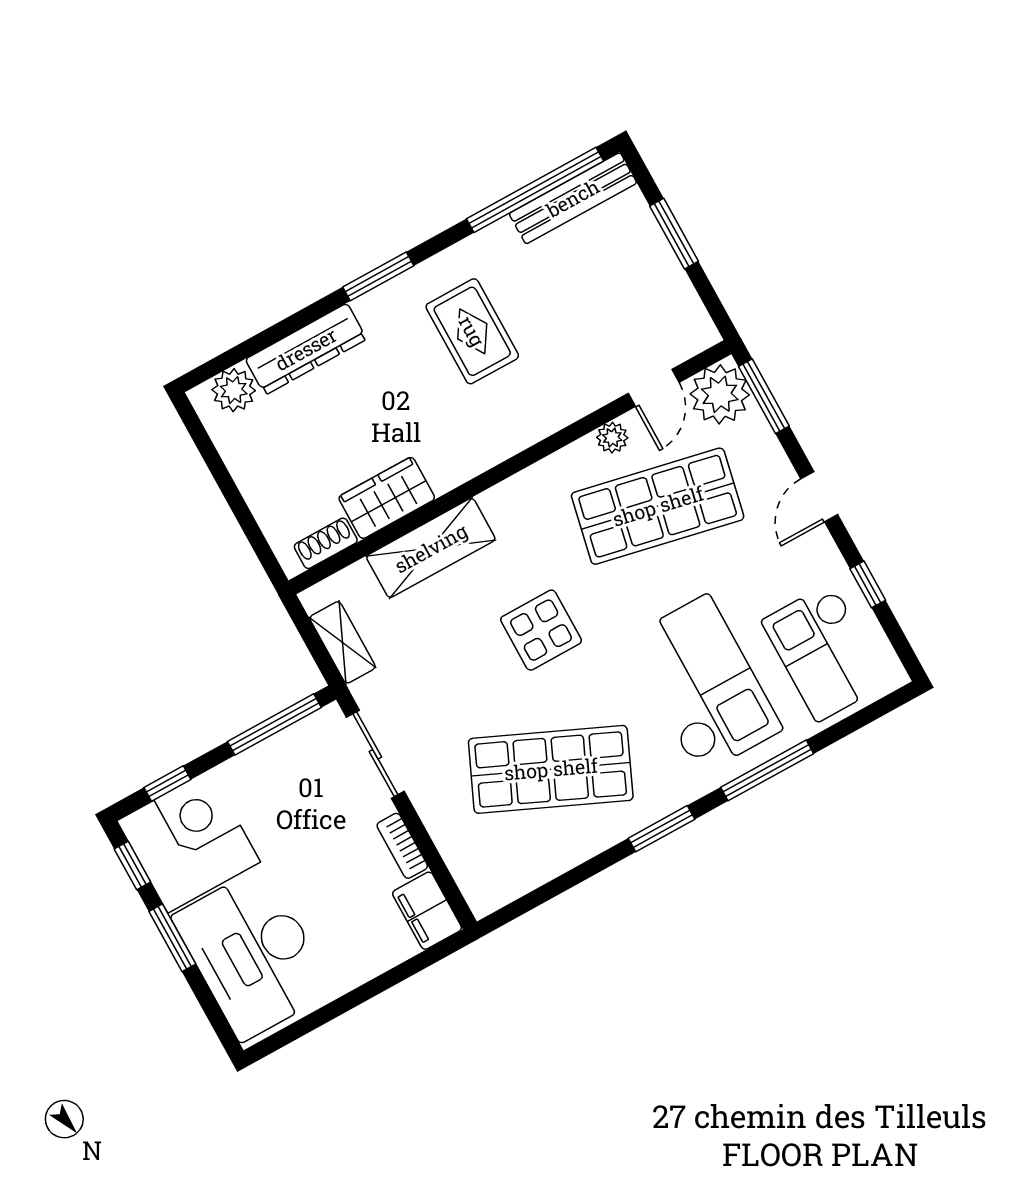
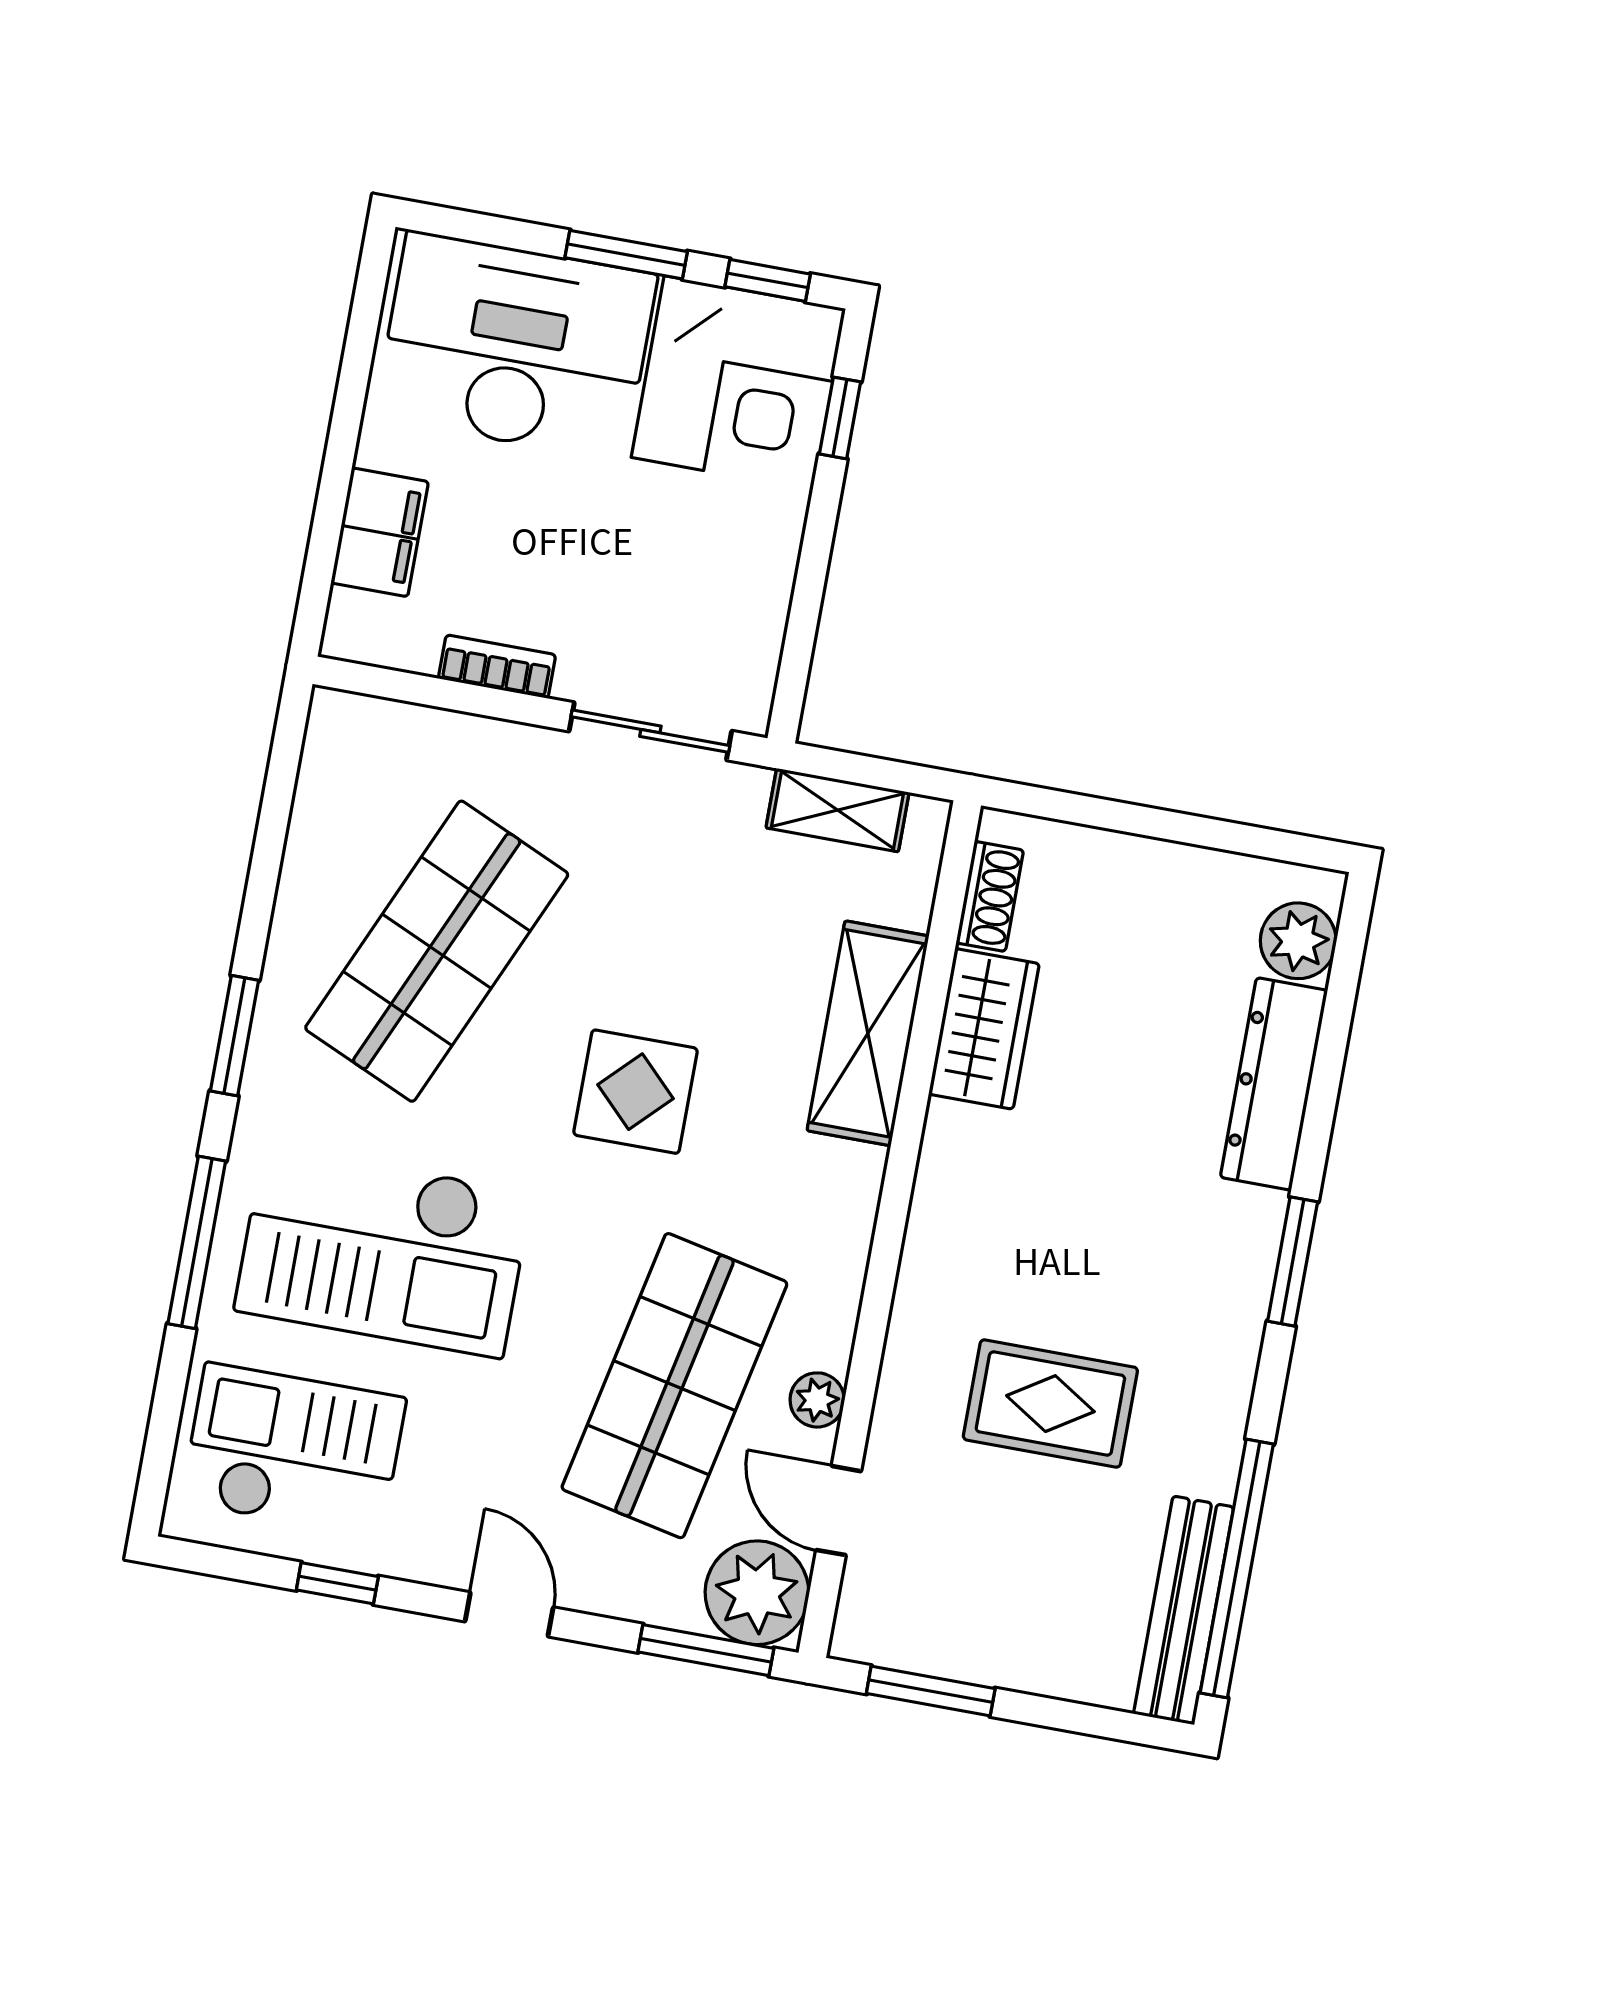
window: (674, 234) -> (931, 1691), moved
rug: (472, 331) -> (1050, 1404), moved
window: (274, 724) -> (802, 628), removed
filing cabinet: (427, 911) -> (380, 532), moved, turned 90

